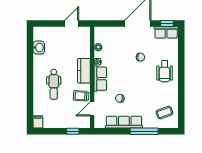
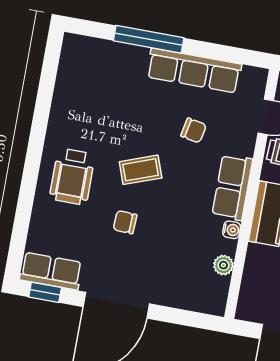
wheelchair: (165, 71) -> (72, 177), turned 180
coffee table: (164, 112) -> (141, 170), moved

